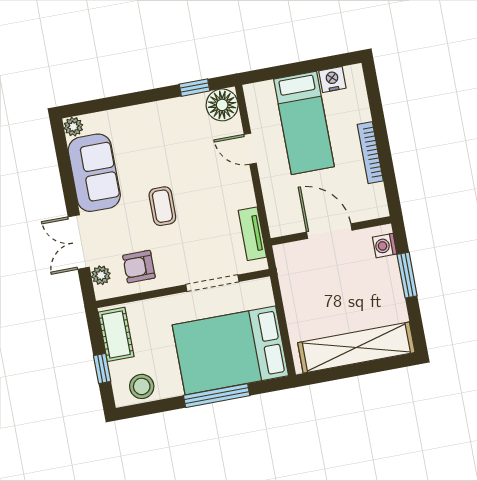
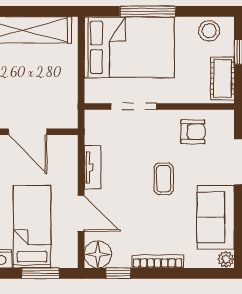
window: (284, 71) -> (40, 273), added
bookcase: (152, 110) -> (158, 261), added
door: (250, 149) -> (81, 213), width x1.38
tv unit: (252, 234) -> (93, 167), moved
plant: (101, 275) -> (226, 130), removed

